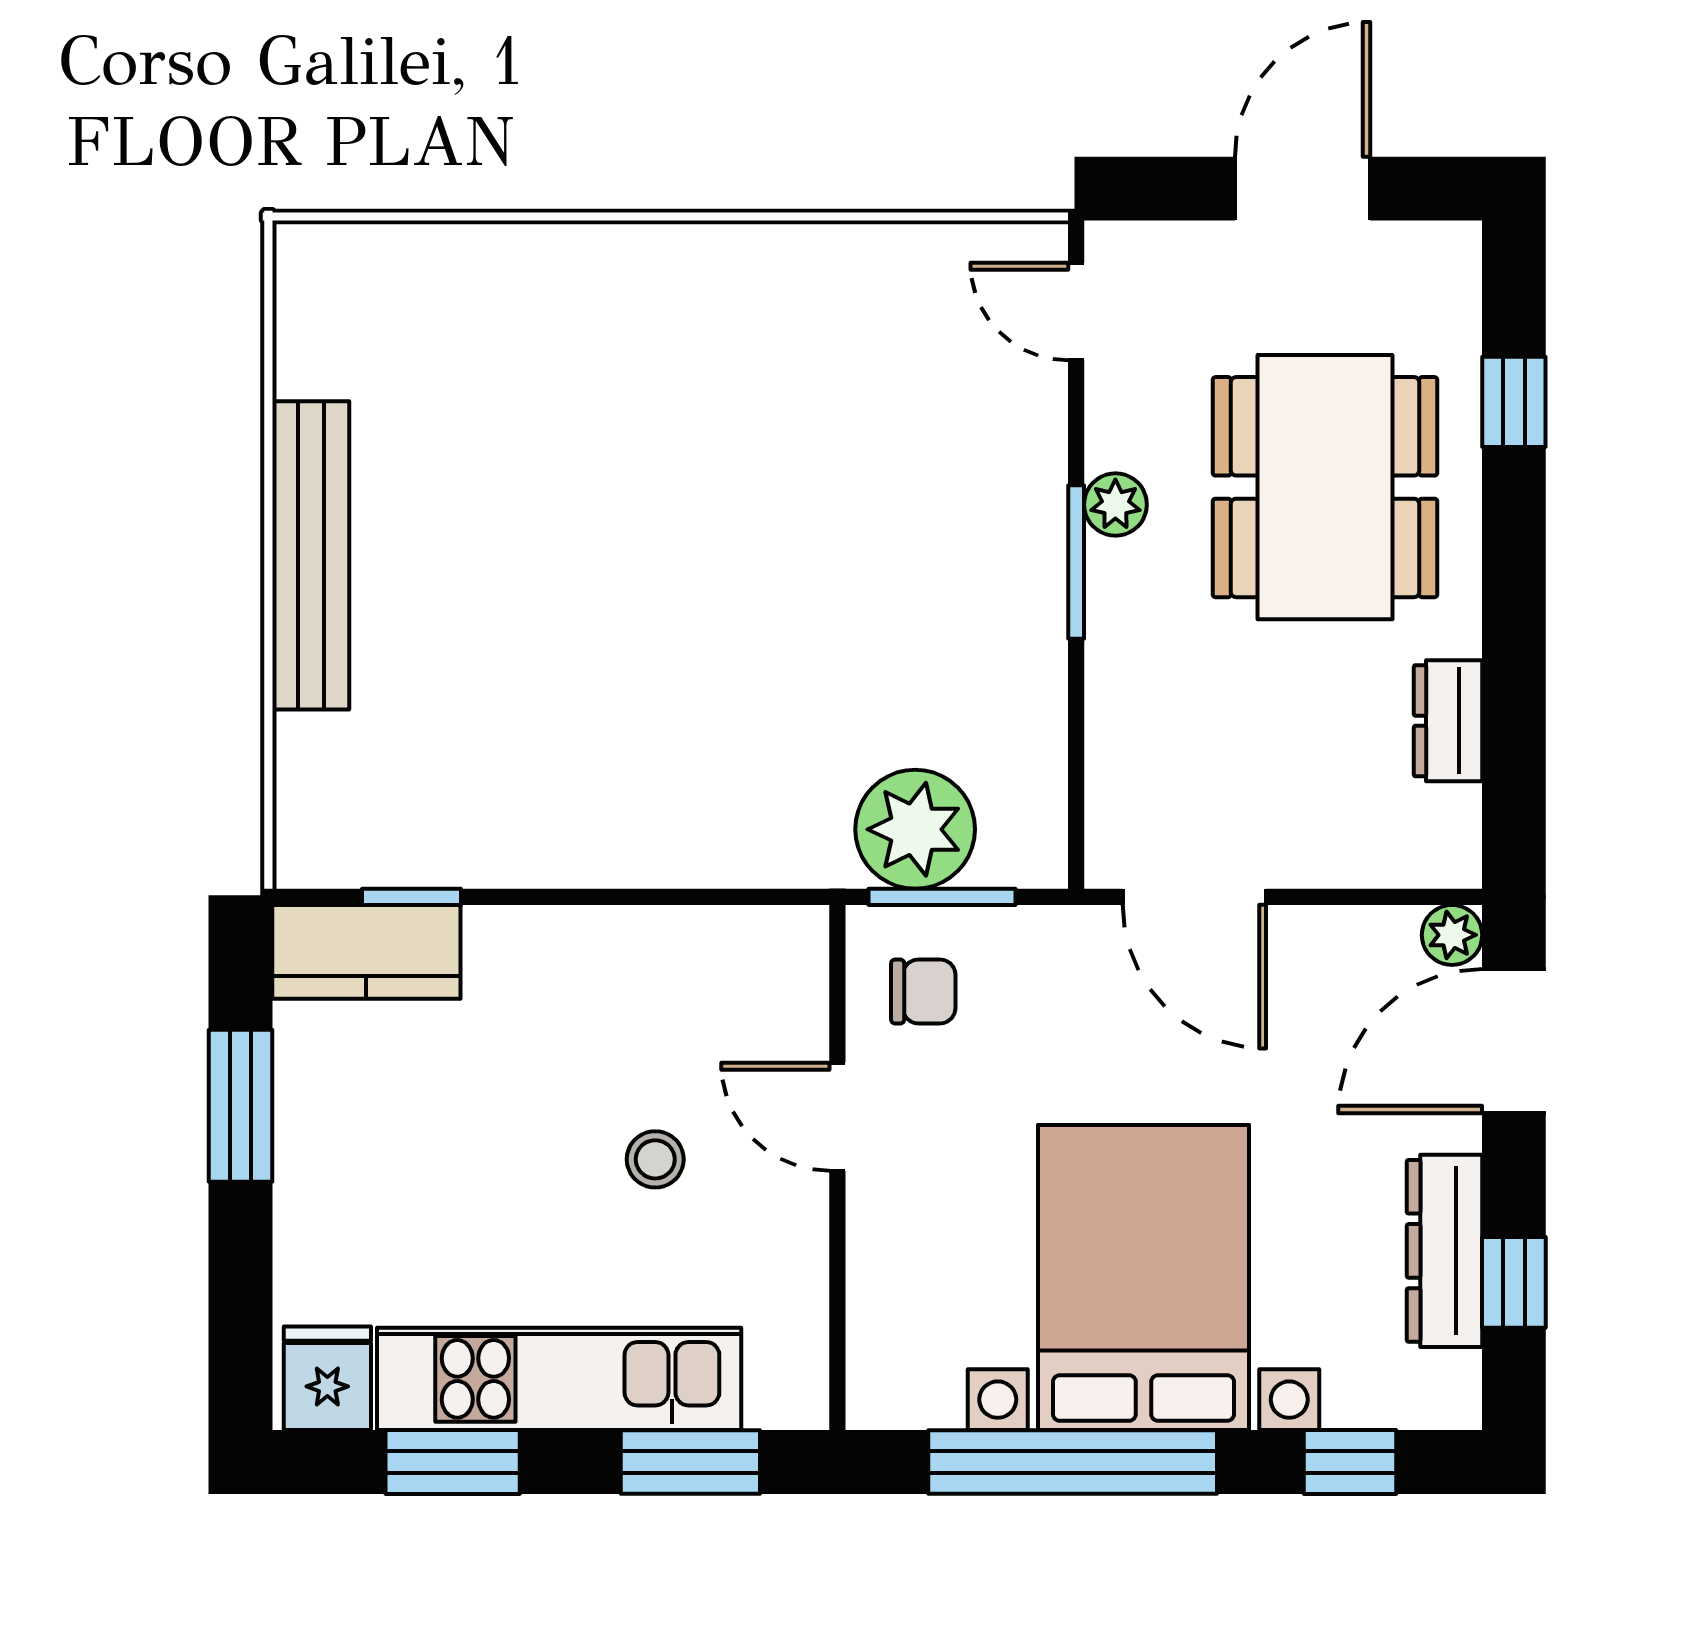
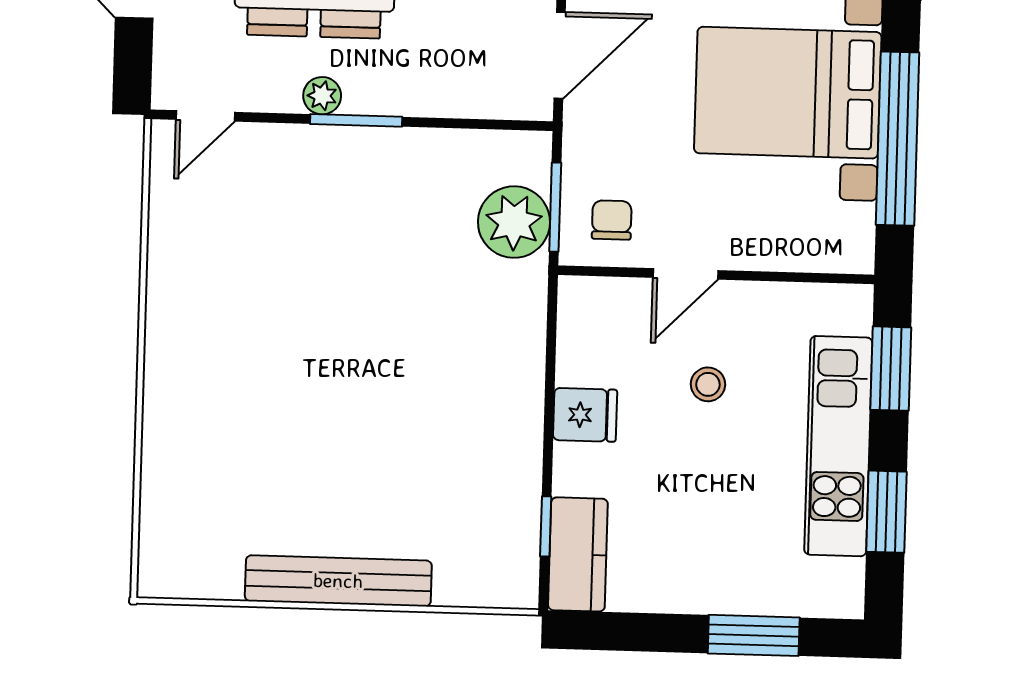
window: (241, 1106) -> (754, 635), moved
fridge: (327, 1378) -> (585, 415), moved, turned 180

